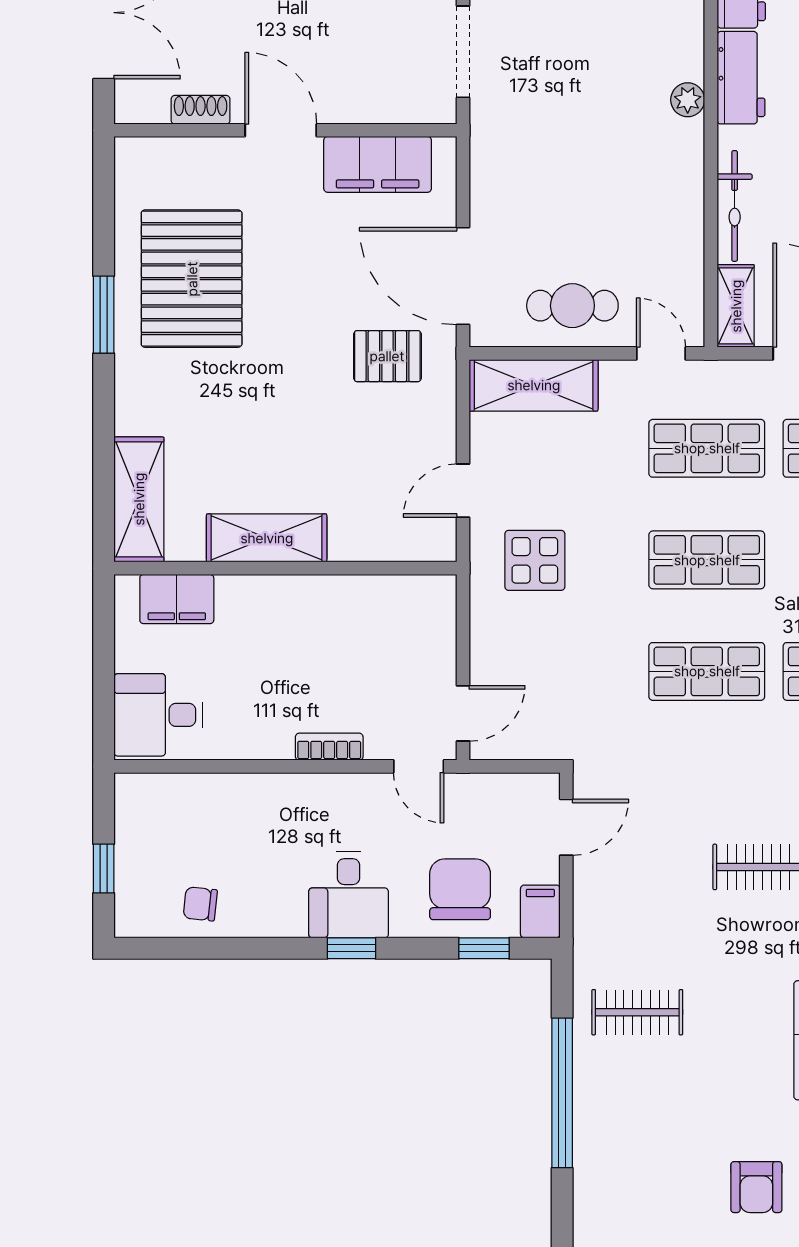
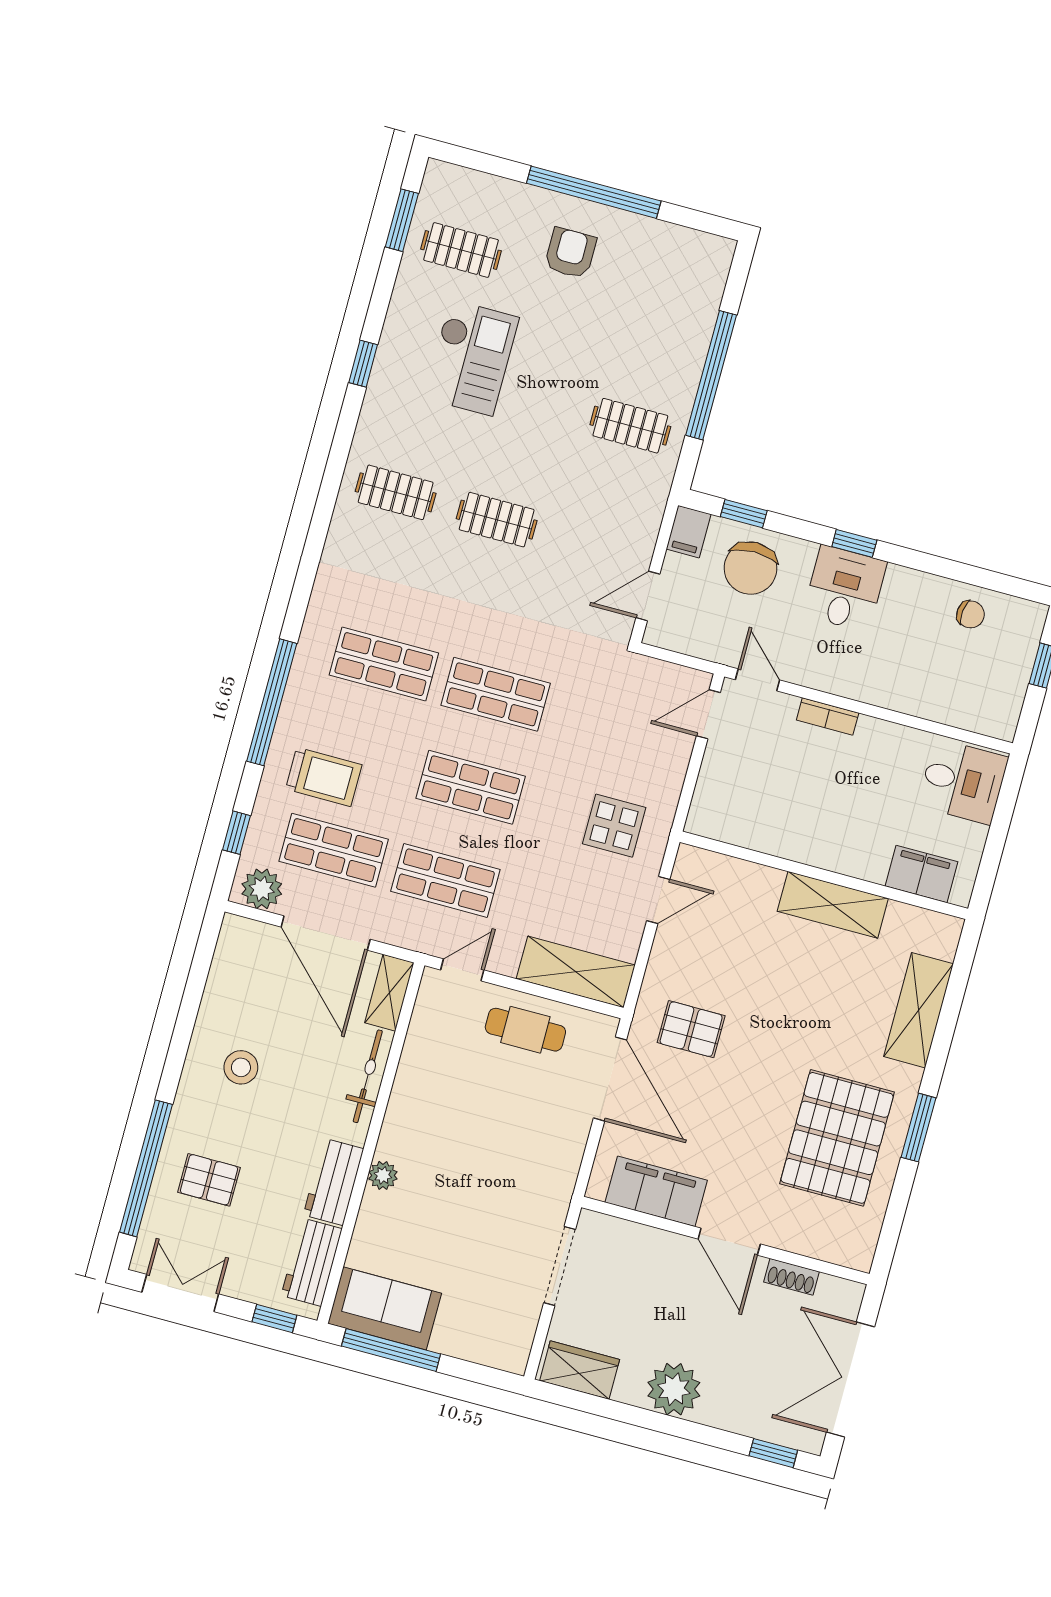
door: (661, 353) -> (462, 970), swing flipped
shelving: (139, 499) -> (919, 1010), moved

